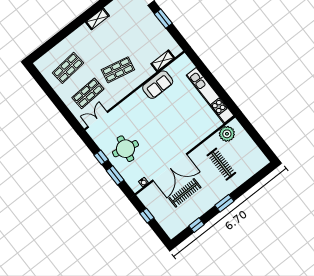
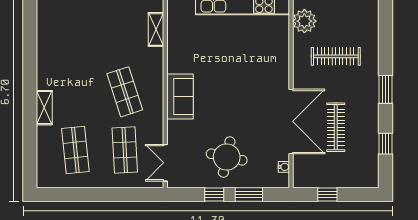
shelving: (97, 19) -> (44, 108), moved
shop shelf: (118, 70) -> (125, 92), turned -30
sofa: (158, 85) -> (180, 97), moved

